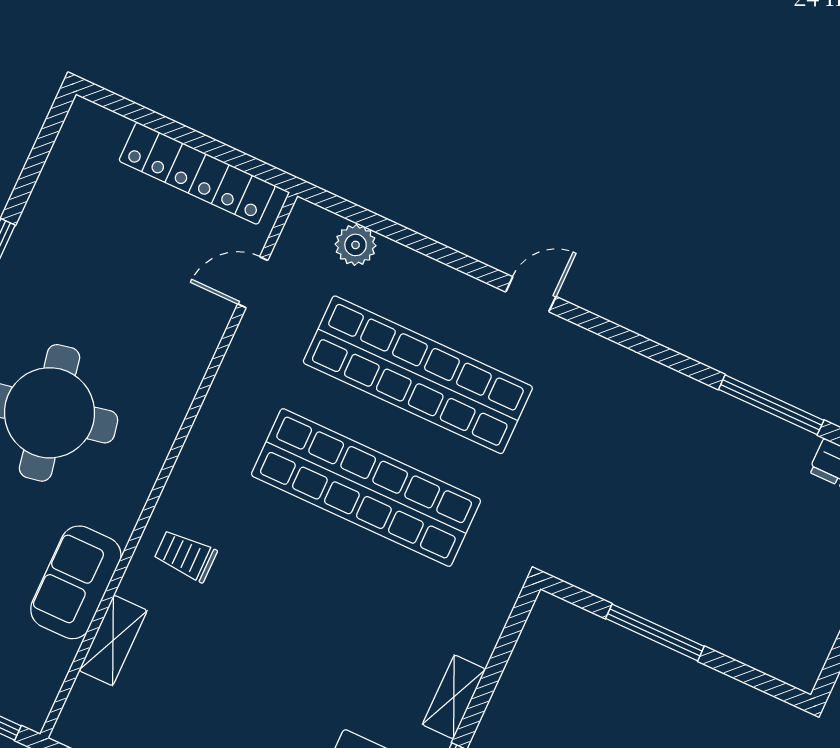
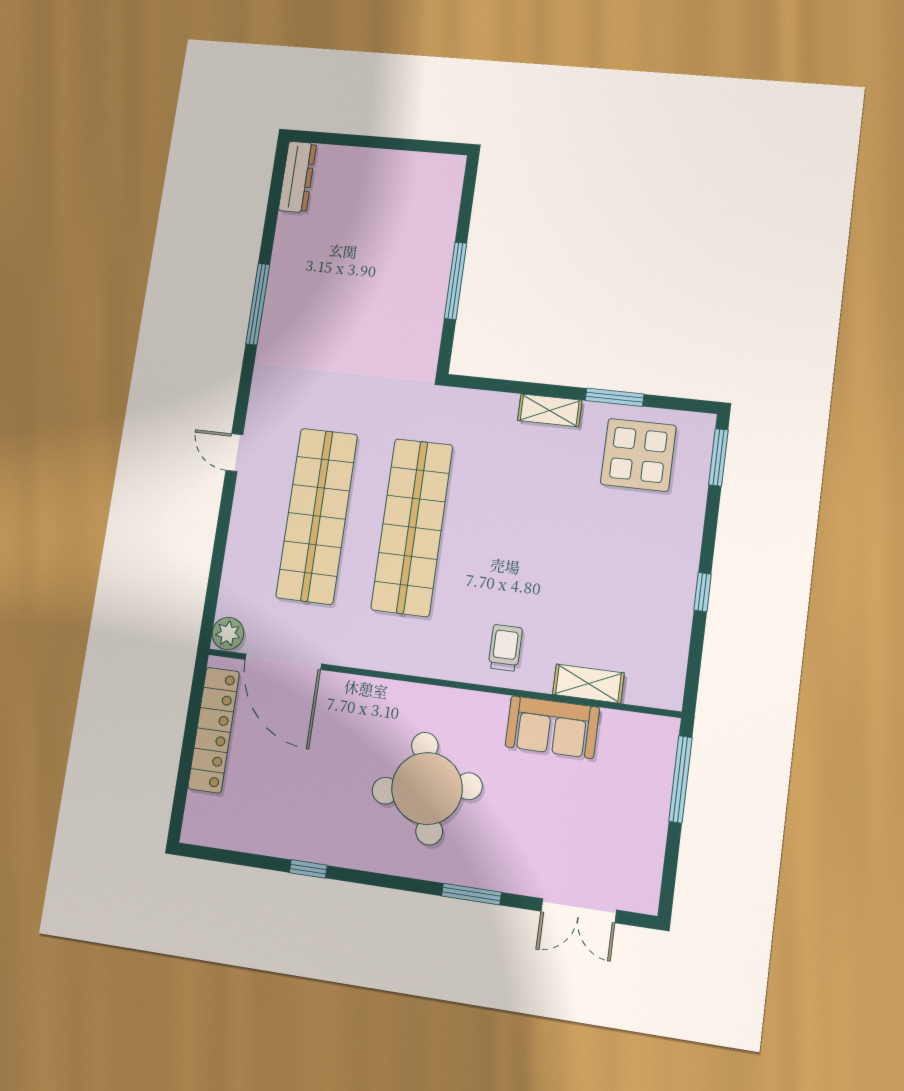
plant: (356, 245) -> (228, 633), moved
door: (253, 282) -> (283, 662), width x1.88
window: (771, 405) -> (258, 304), moved
trolley: (185, 556) -> (505, 648), turned 180

